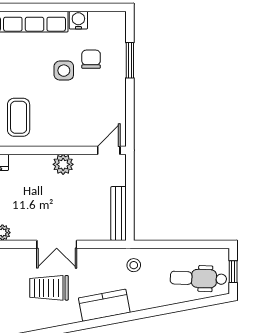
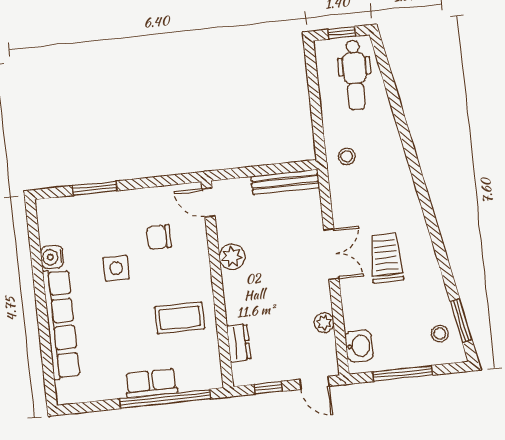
chair: (91, 59) -> (159, 237), moved
trolley: (49, 288) -> (386, 258), turned 180
kitchen counter: (104, 305) -> (400, 187), removed

